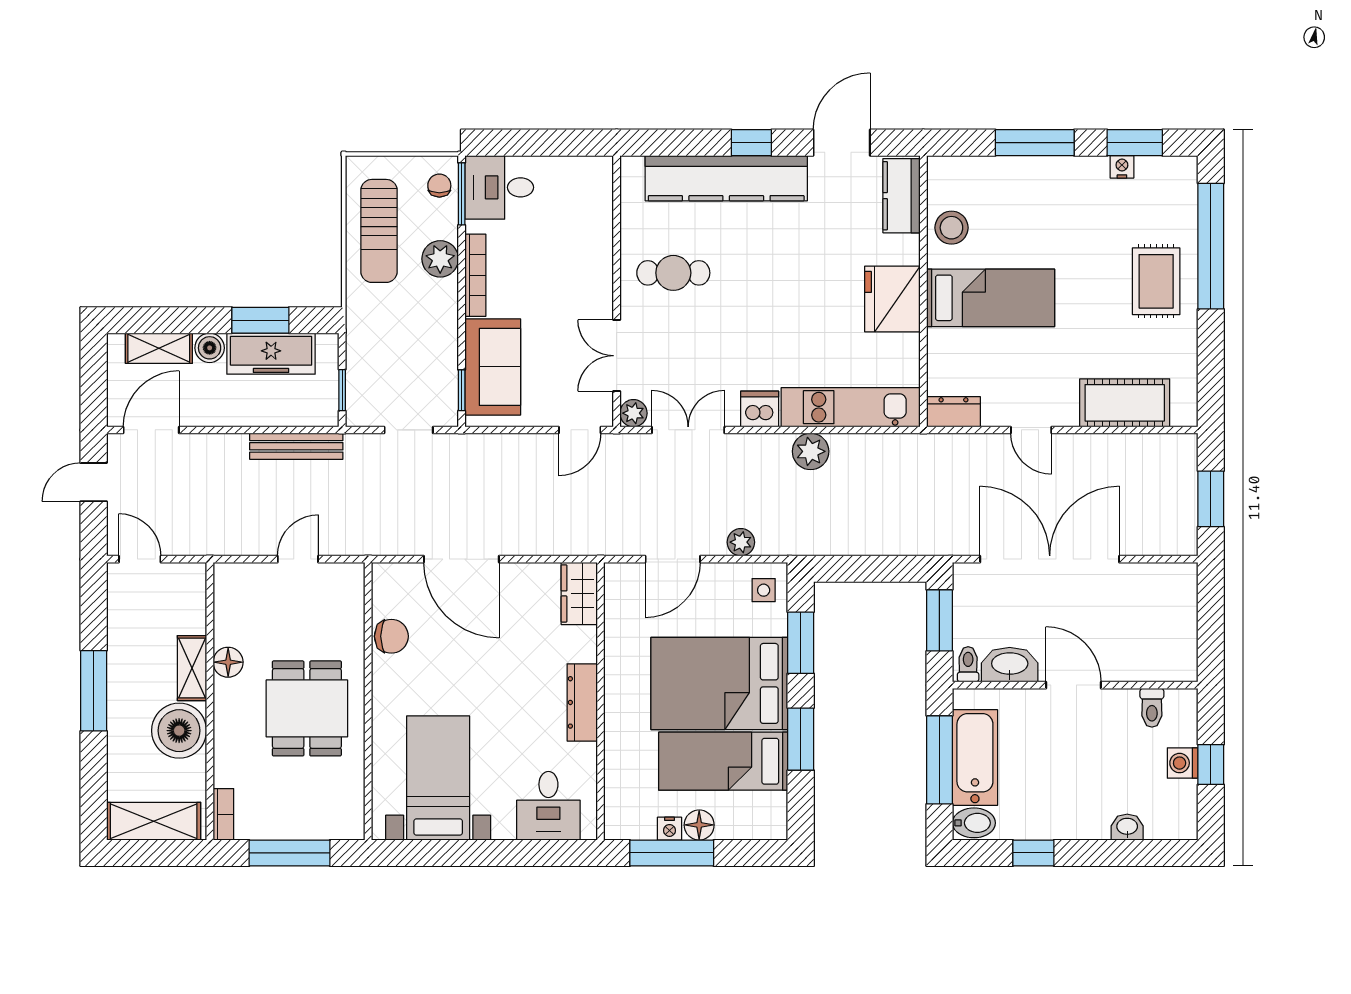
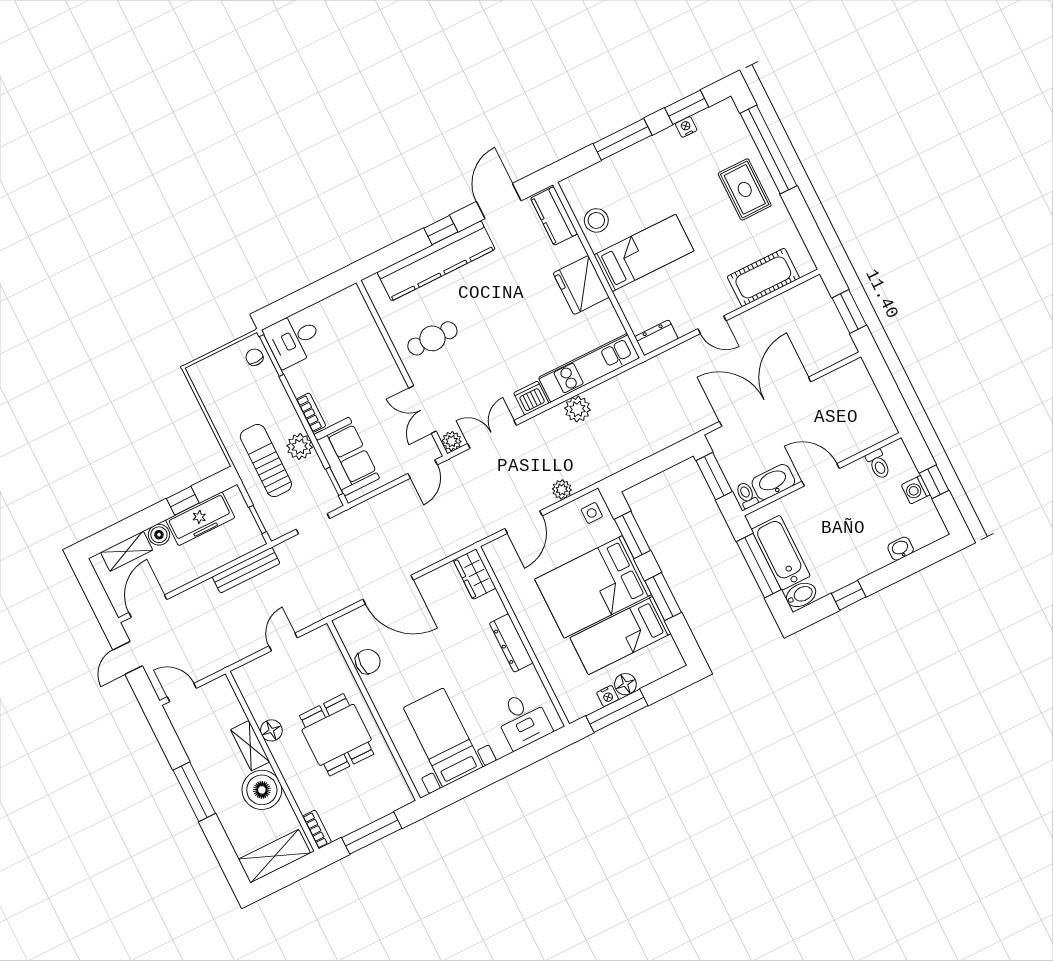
sun lounger: (379, 231) -> (266, 461), moved, turned 180
plant: (440, 259) -> (300, 447), moved
bookcase: (475, 275) -> (311, 413), width x0.64
window: (260, 320) -> (183, 501), width x0.67

